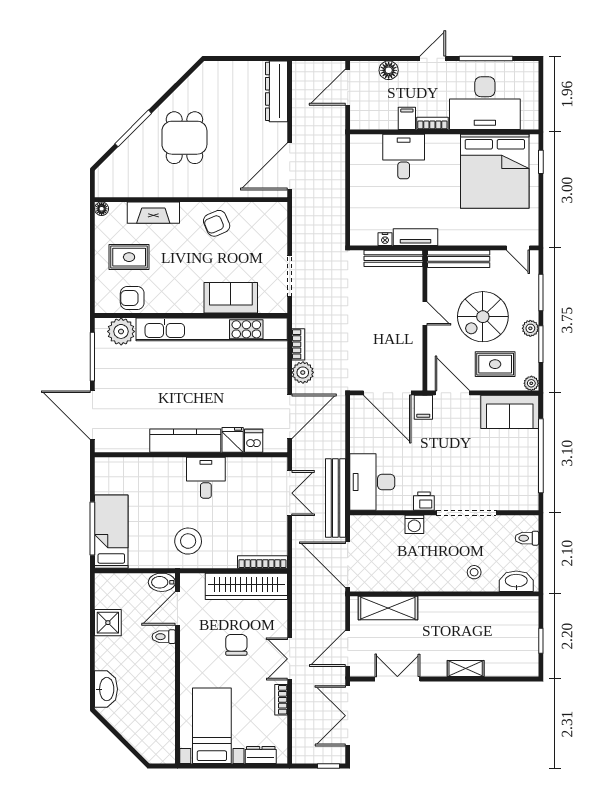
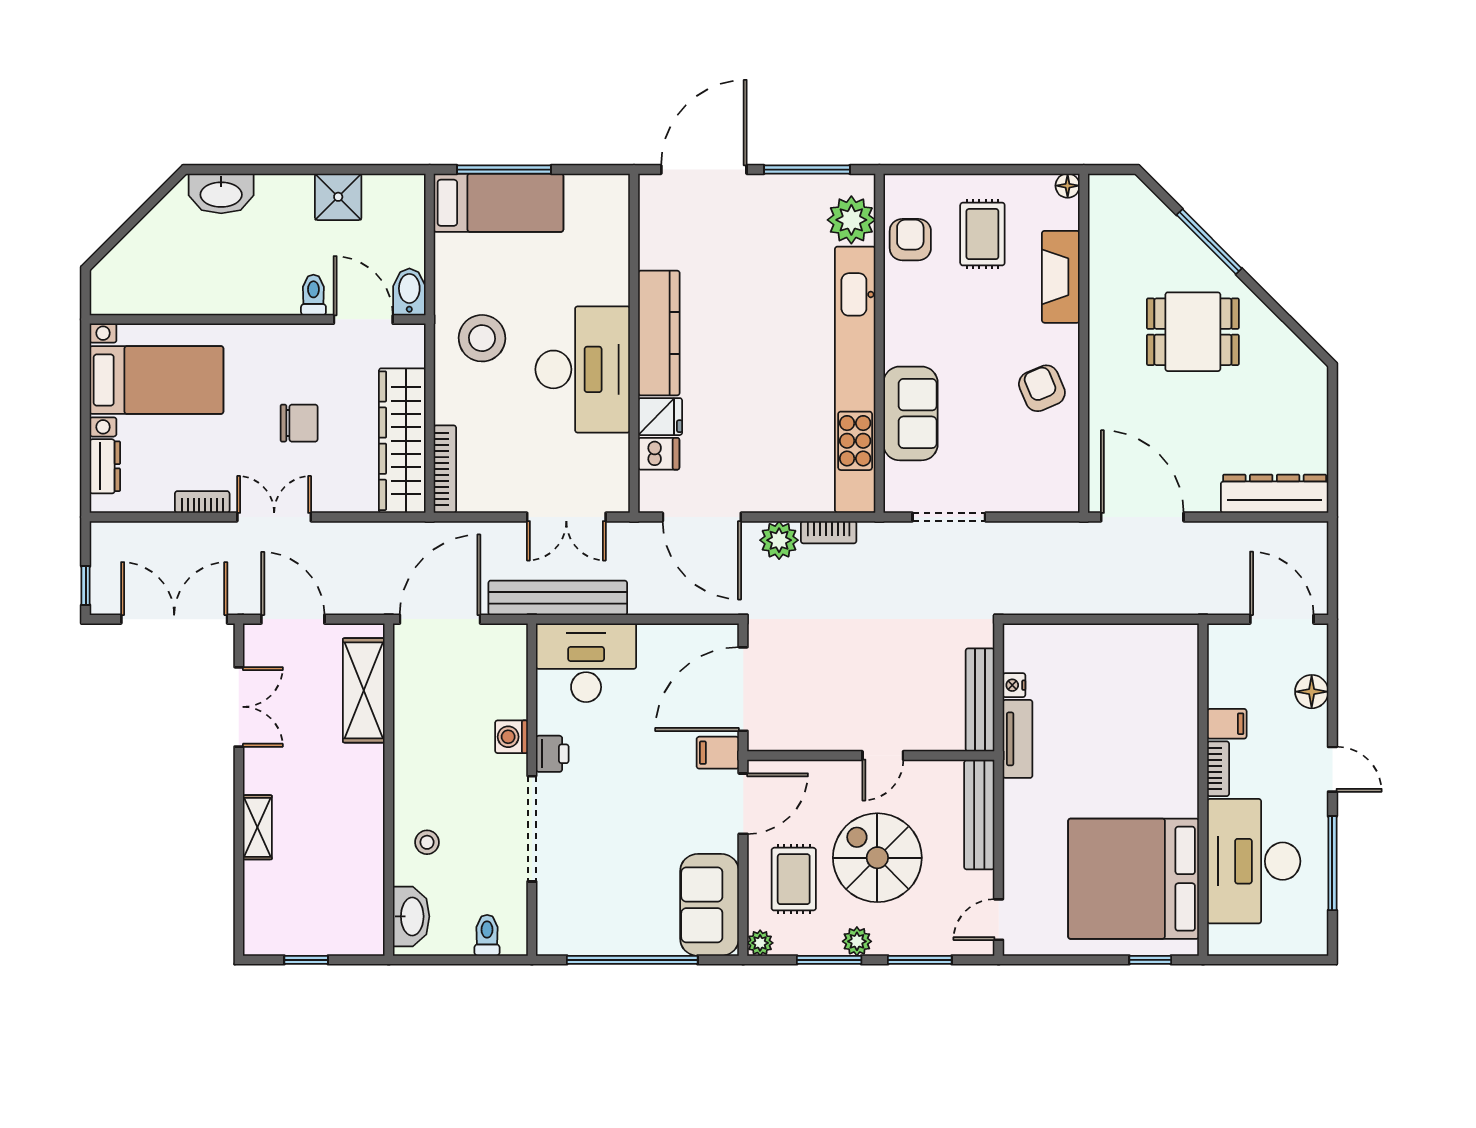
desk: (404, 157) -> (1160, 718), removed
desk: (206, 478) -> (583, 369), width x1.87, depth x1.30

